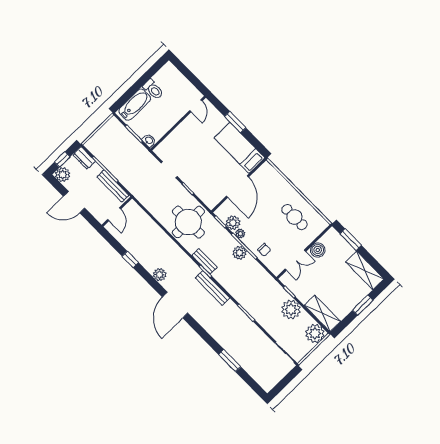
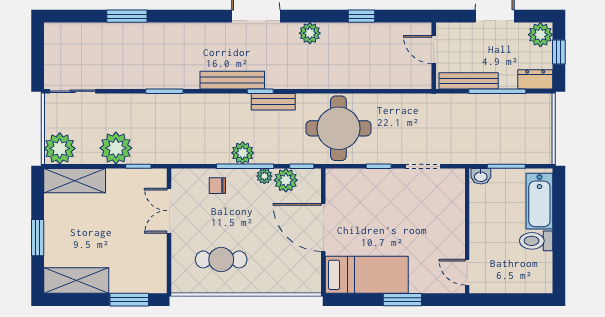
boiler: (318, 250) -> (155, 249), removed

